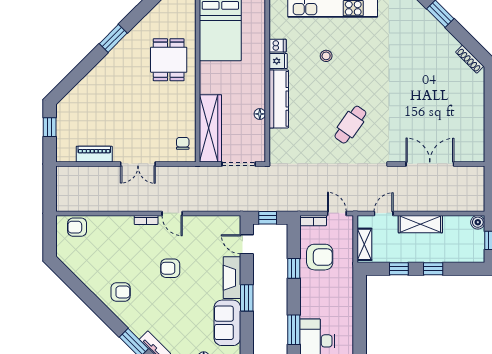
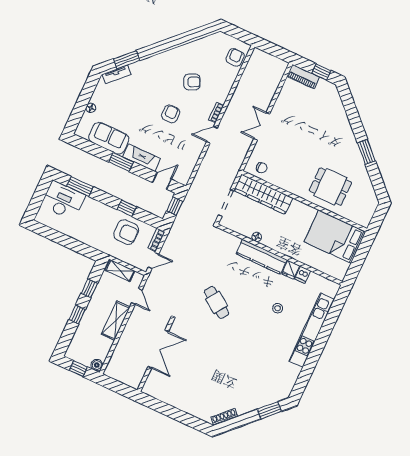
piano: (94, 154) -> (303, 77), moved, turned 90
armchair: (320, 257) -> (126, 232), turned -90
armchair: (121, 292) -> (192, 82), moved, turned -115

